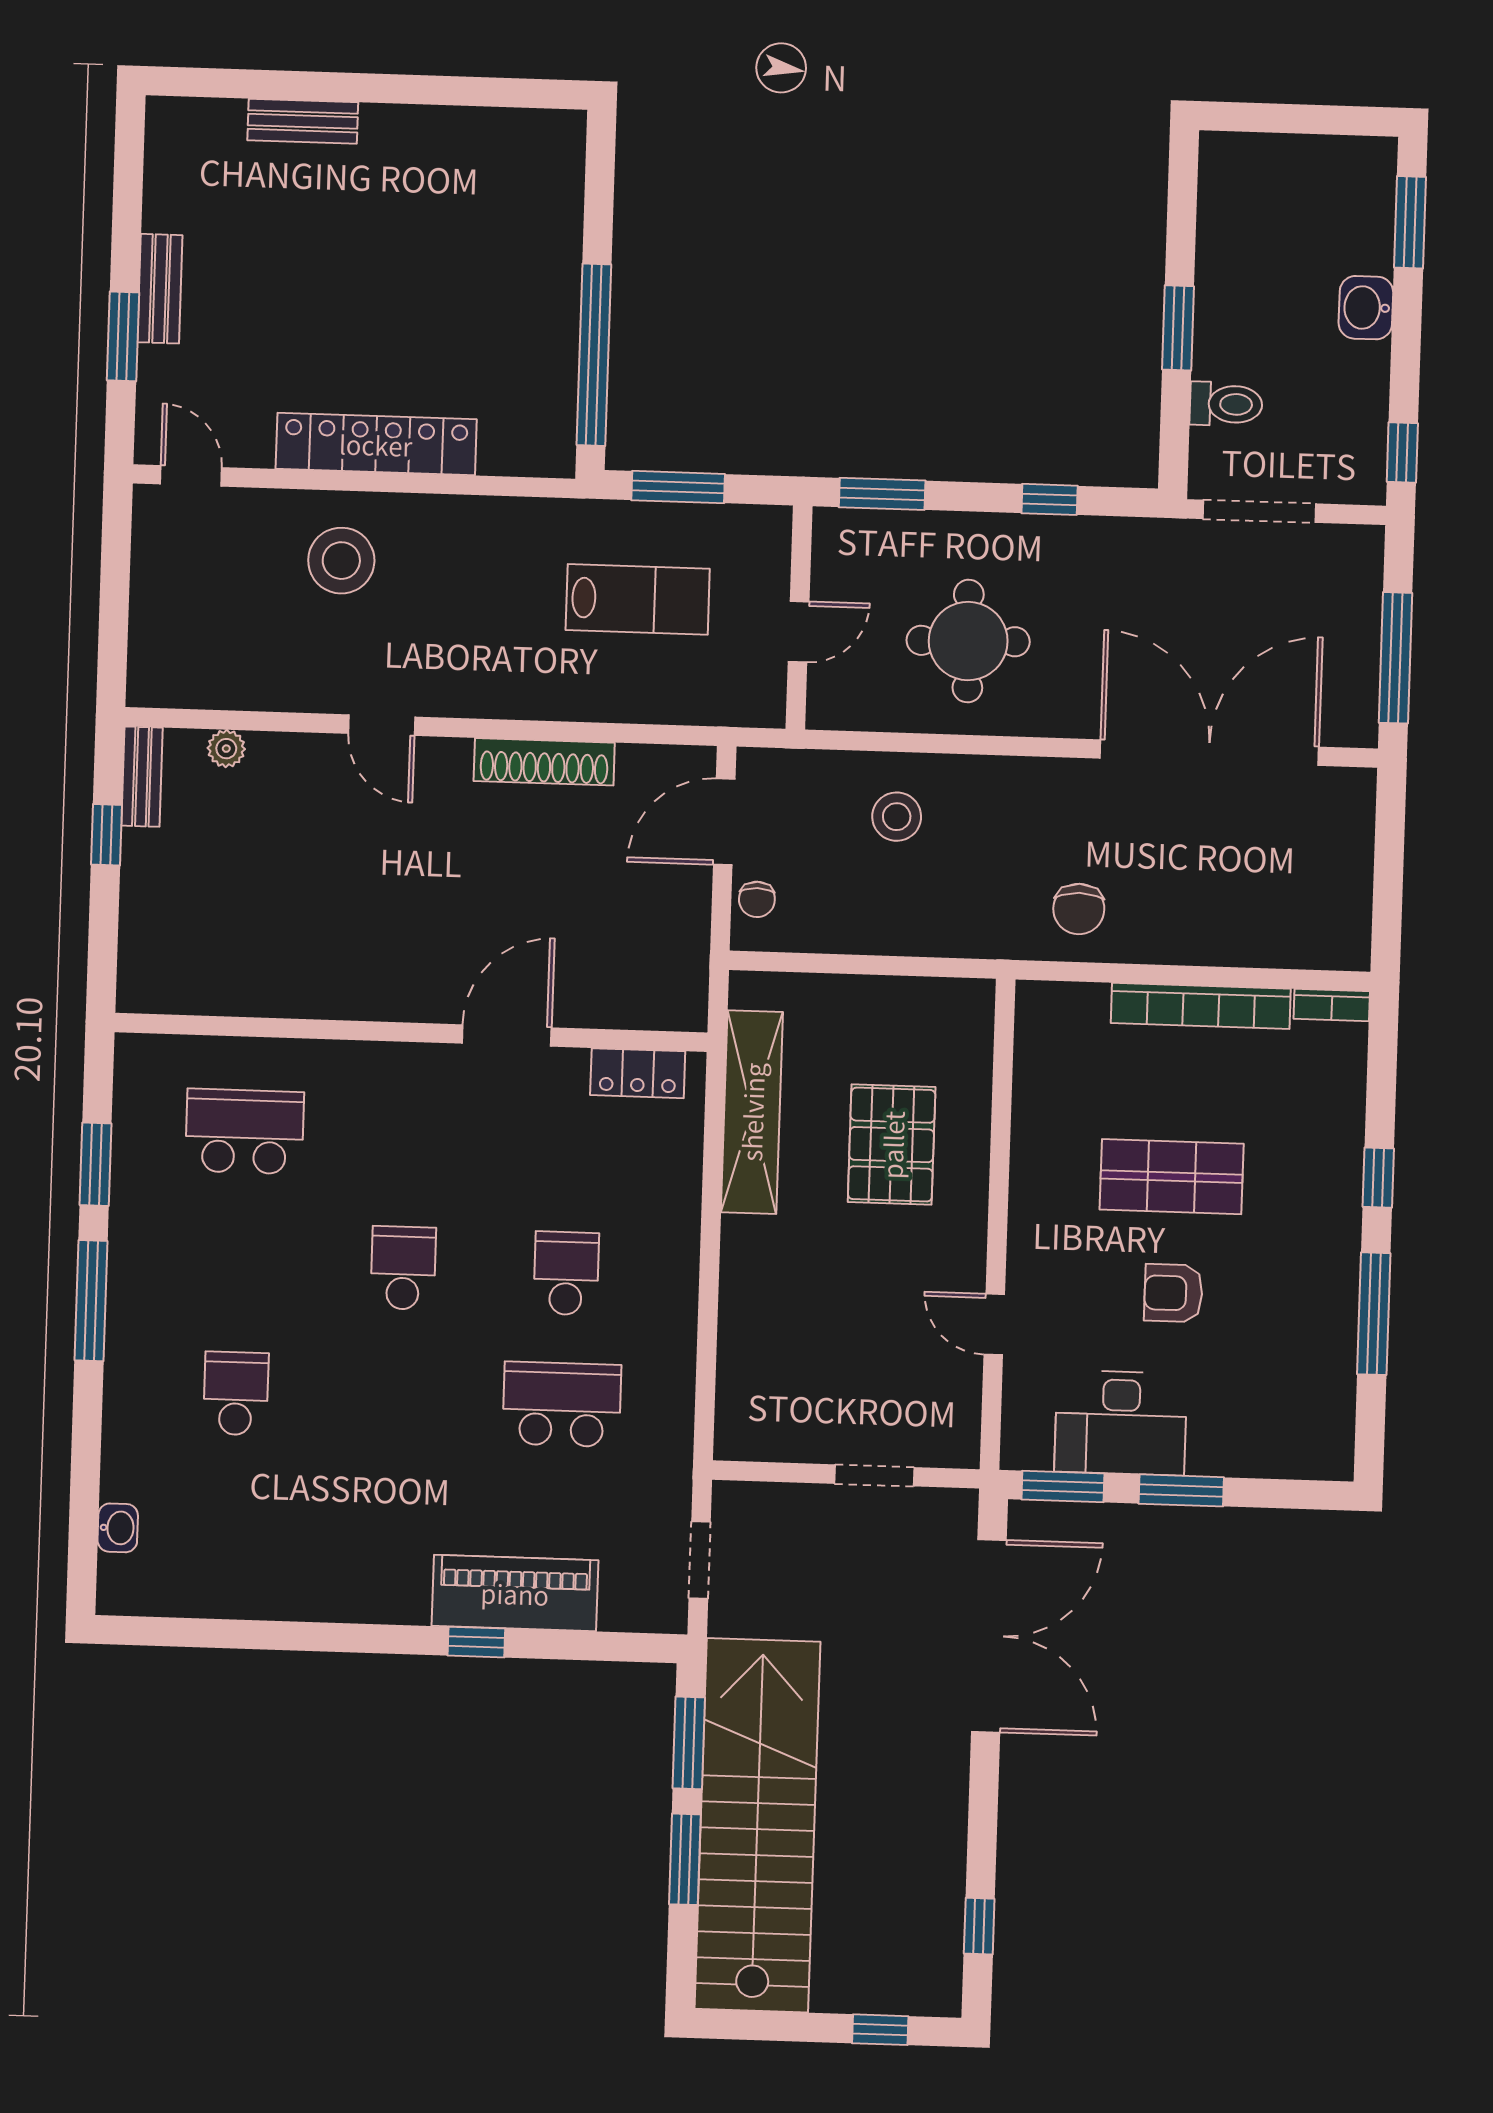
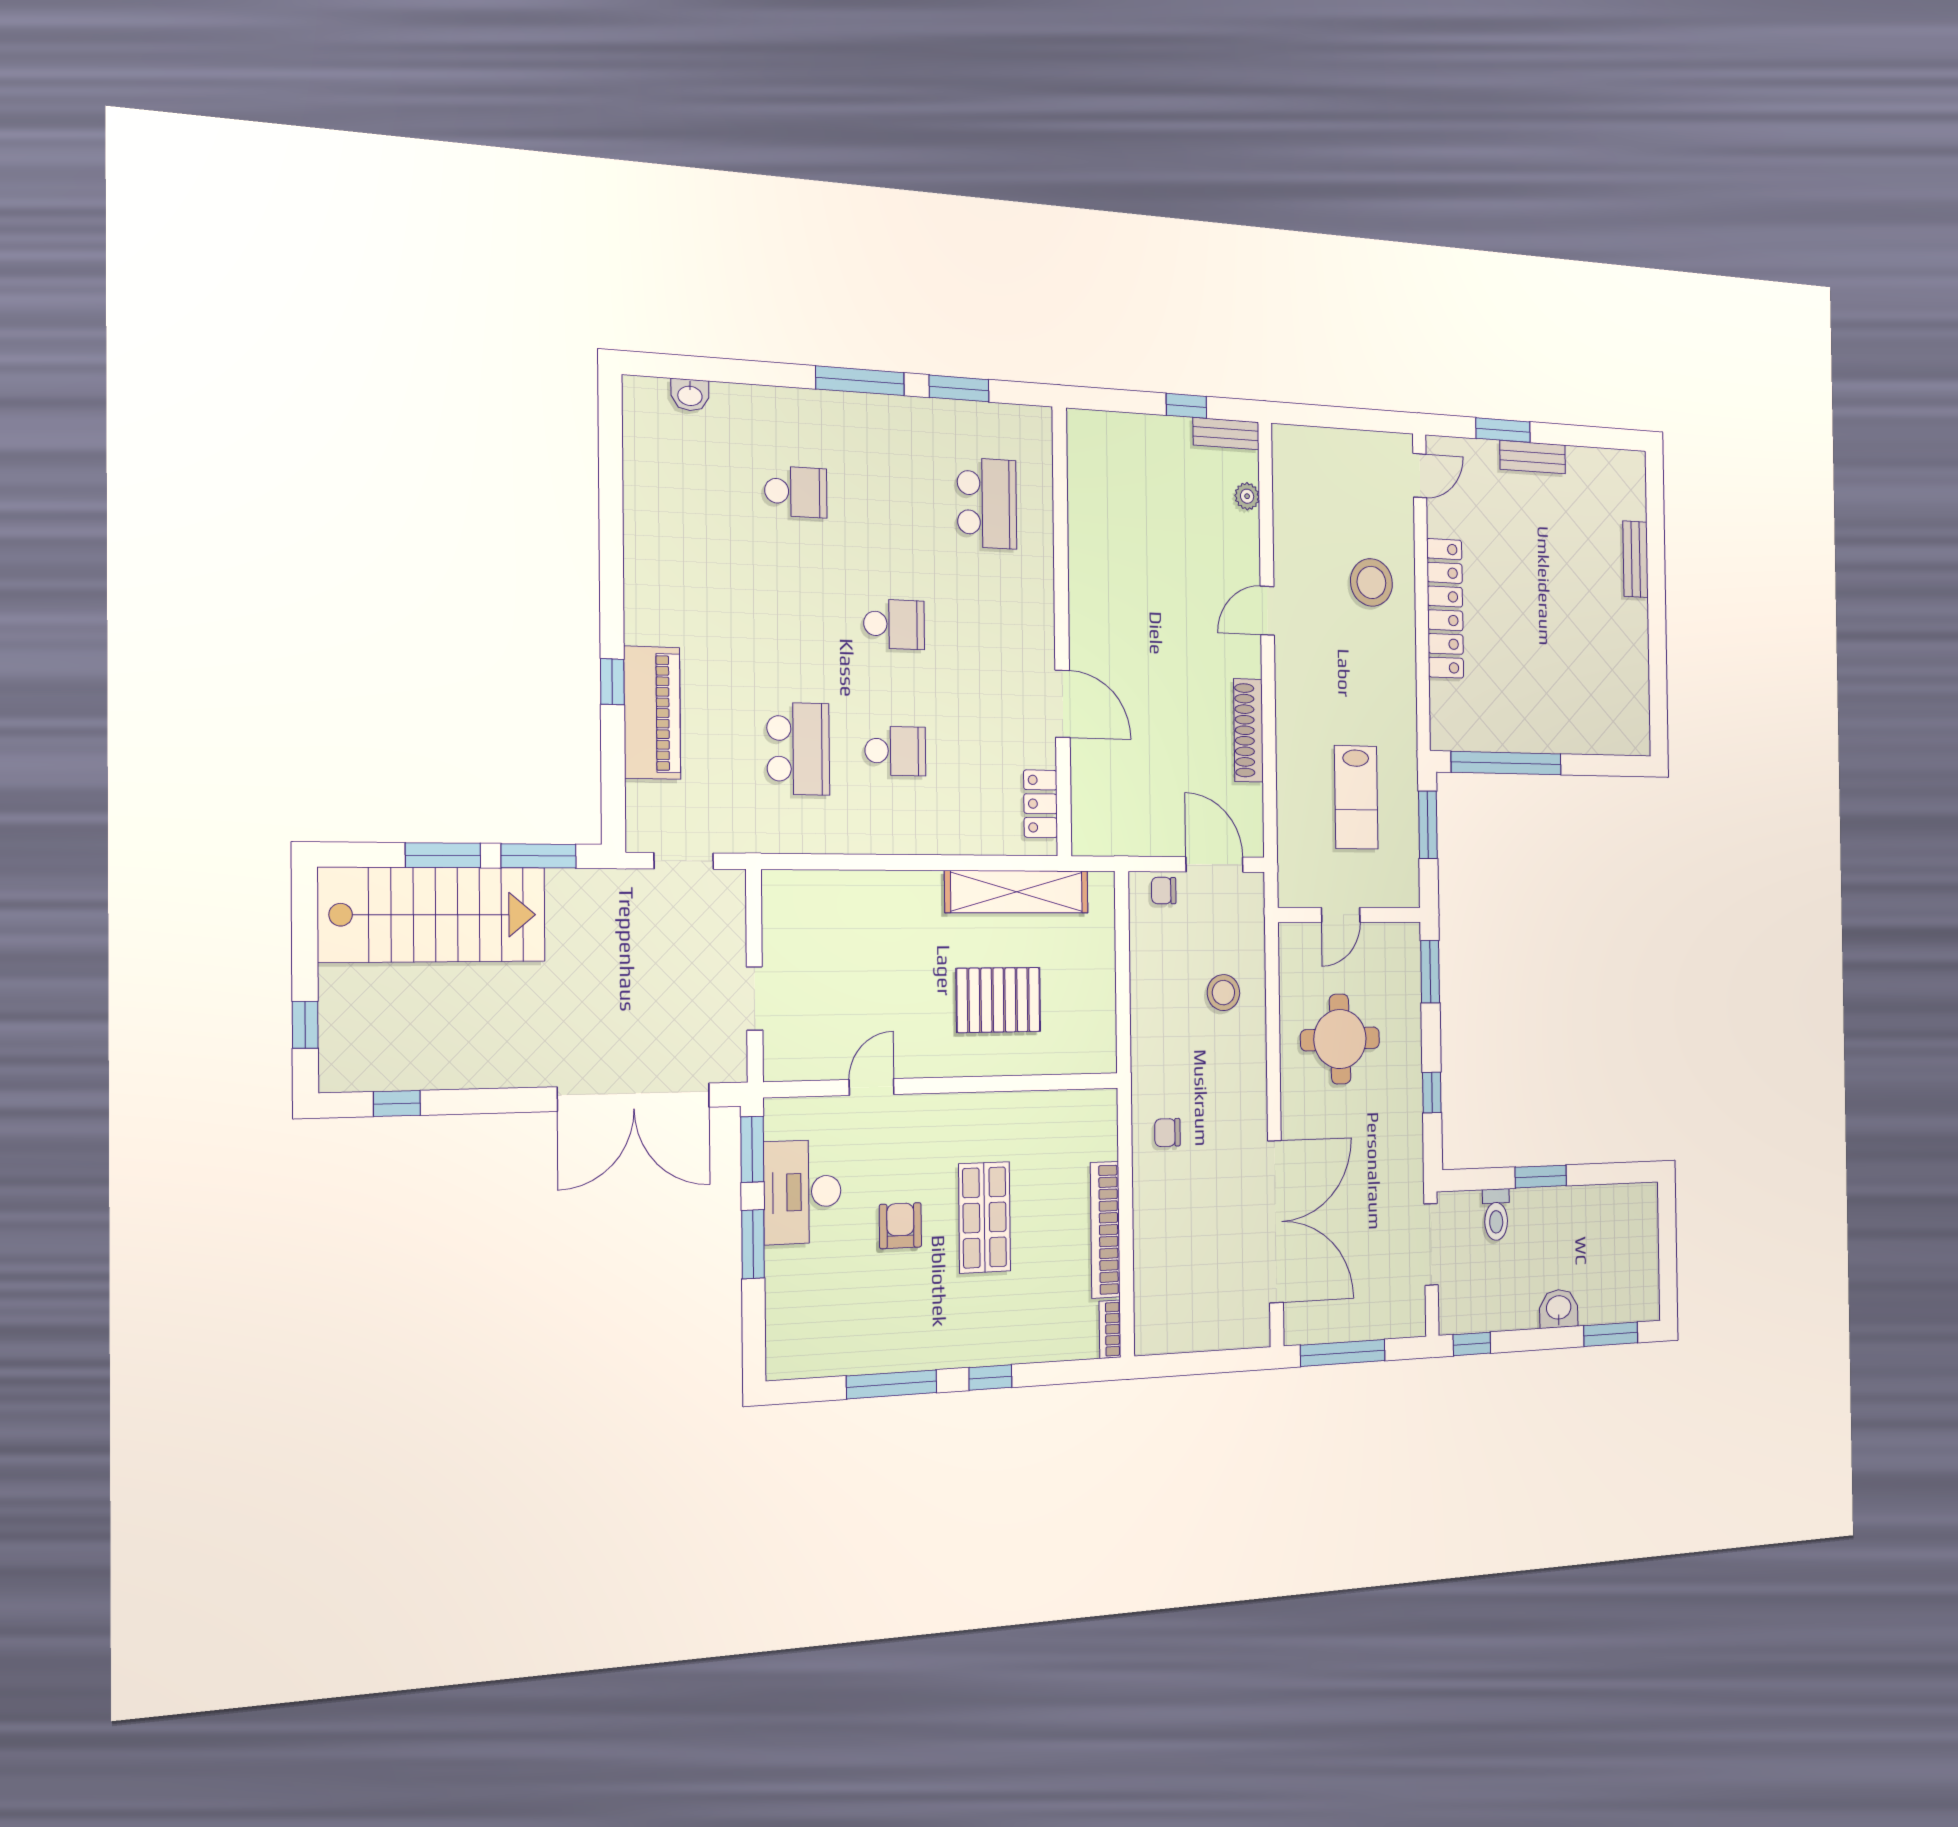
door: (799, 632) -> (1341, 915), hinge flipped
chair: (1079, 909) -> (1167, 1133), width x0.73, depth x0.73
stairs: (757, 1825) -> (433, 915), width x0.73

